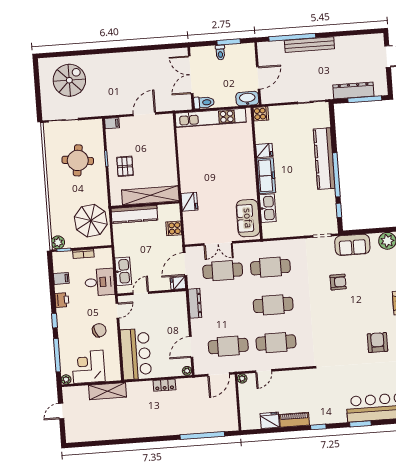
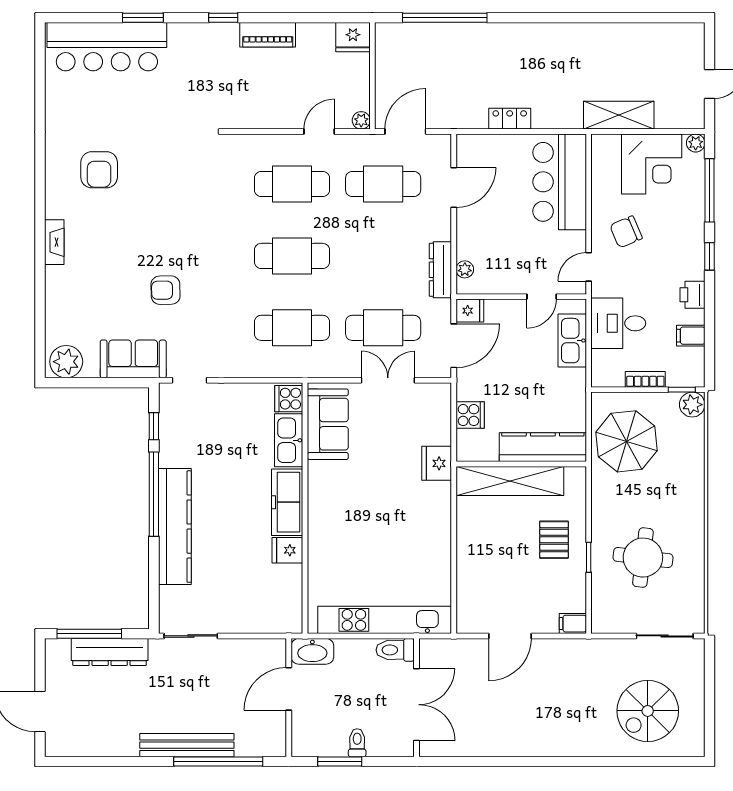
cooker: (261, 114) -> (289, 399), moved
plant: (187, 371) -> (465, 269), moved
fridge: (270, 420) -> (353, 37), moved

